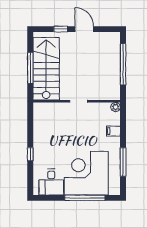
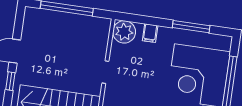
plant: (116, 107) -> (124, 32), width x1.88, depth x1.88

